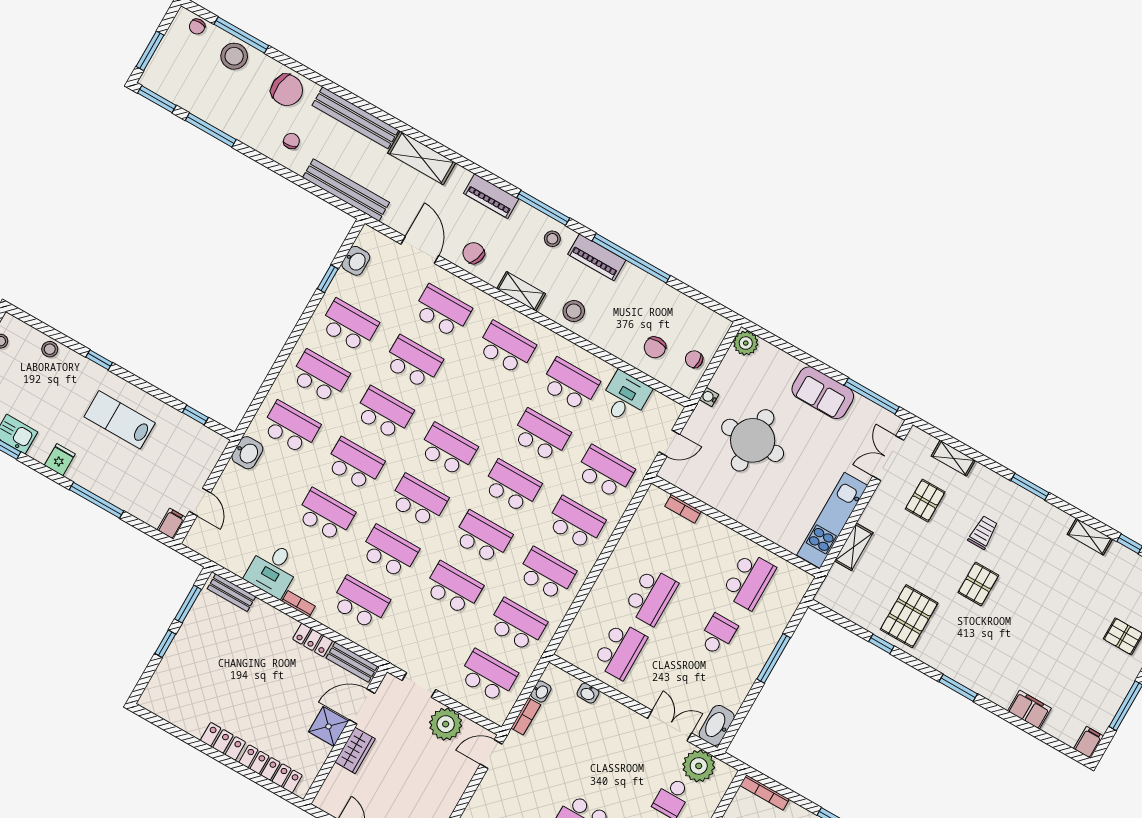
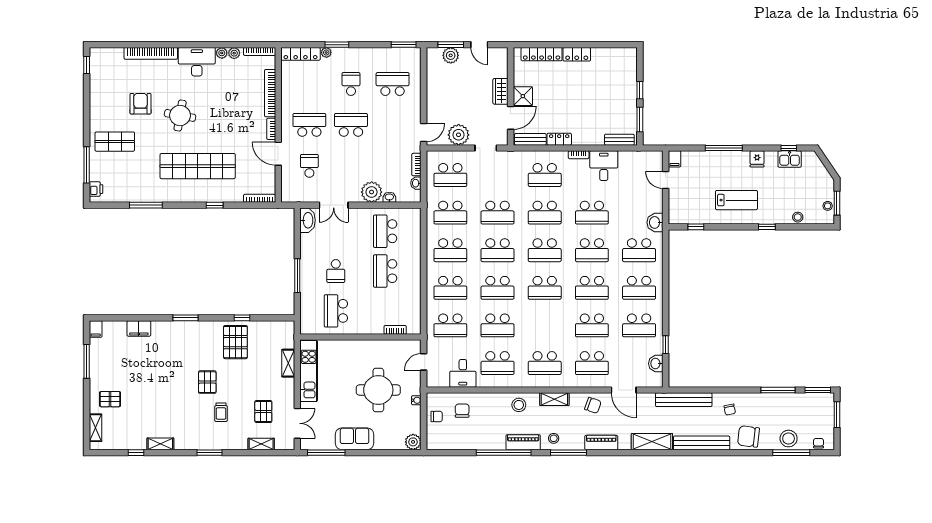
plant: (699, 766) -> (372, 192), moved

